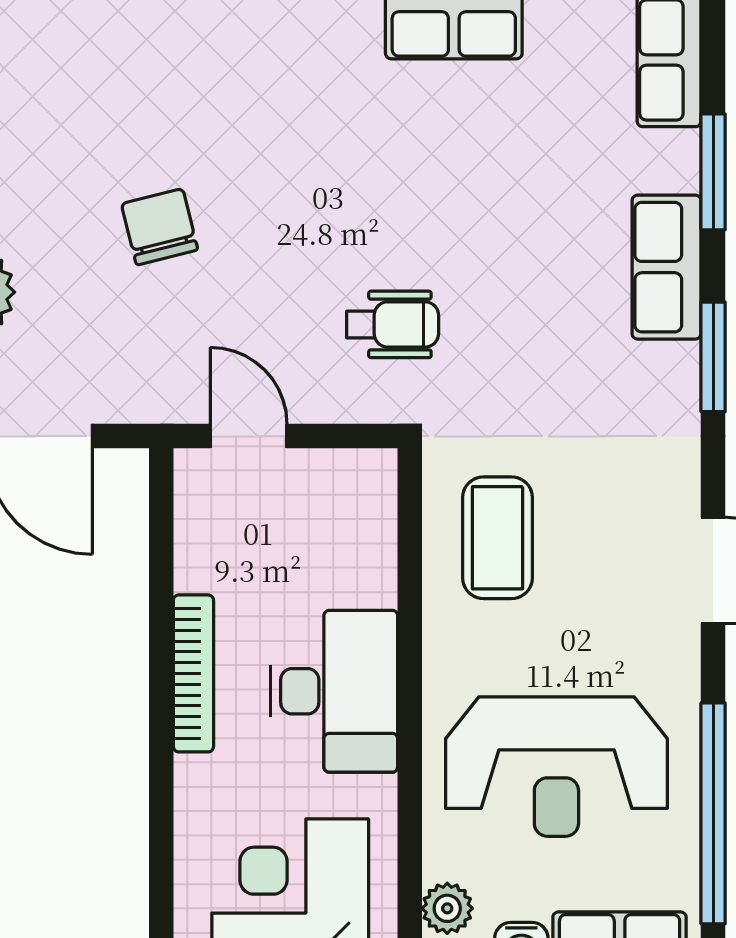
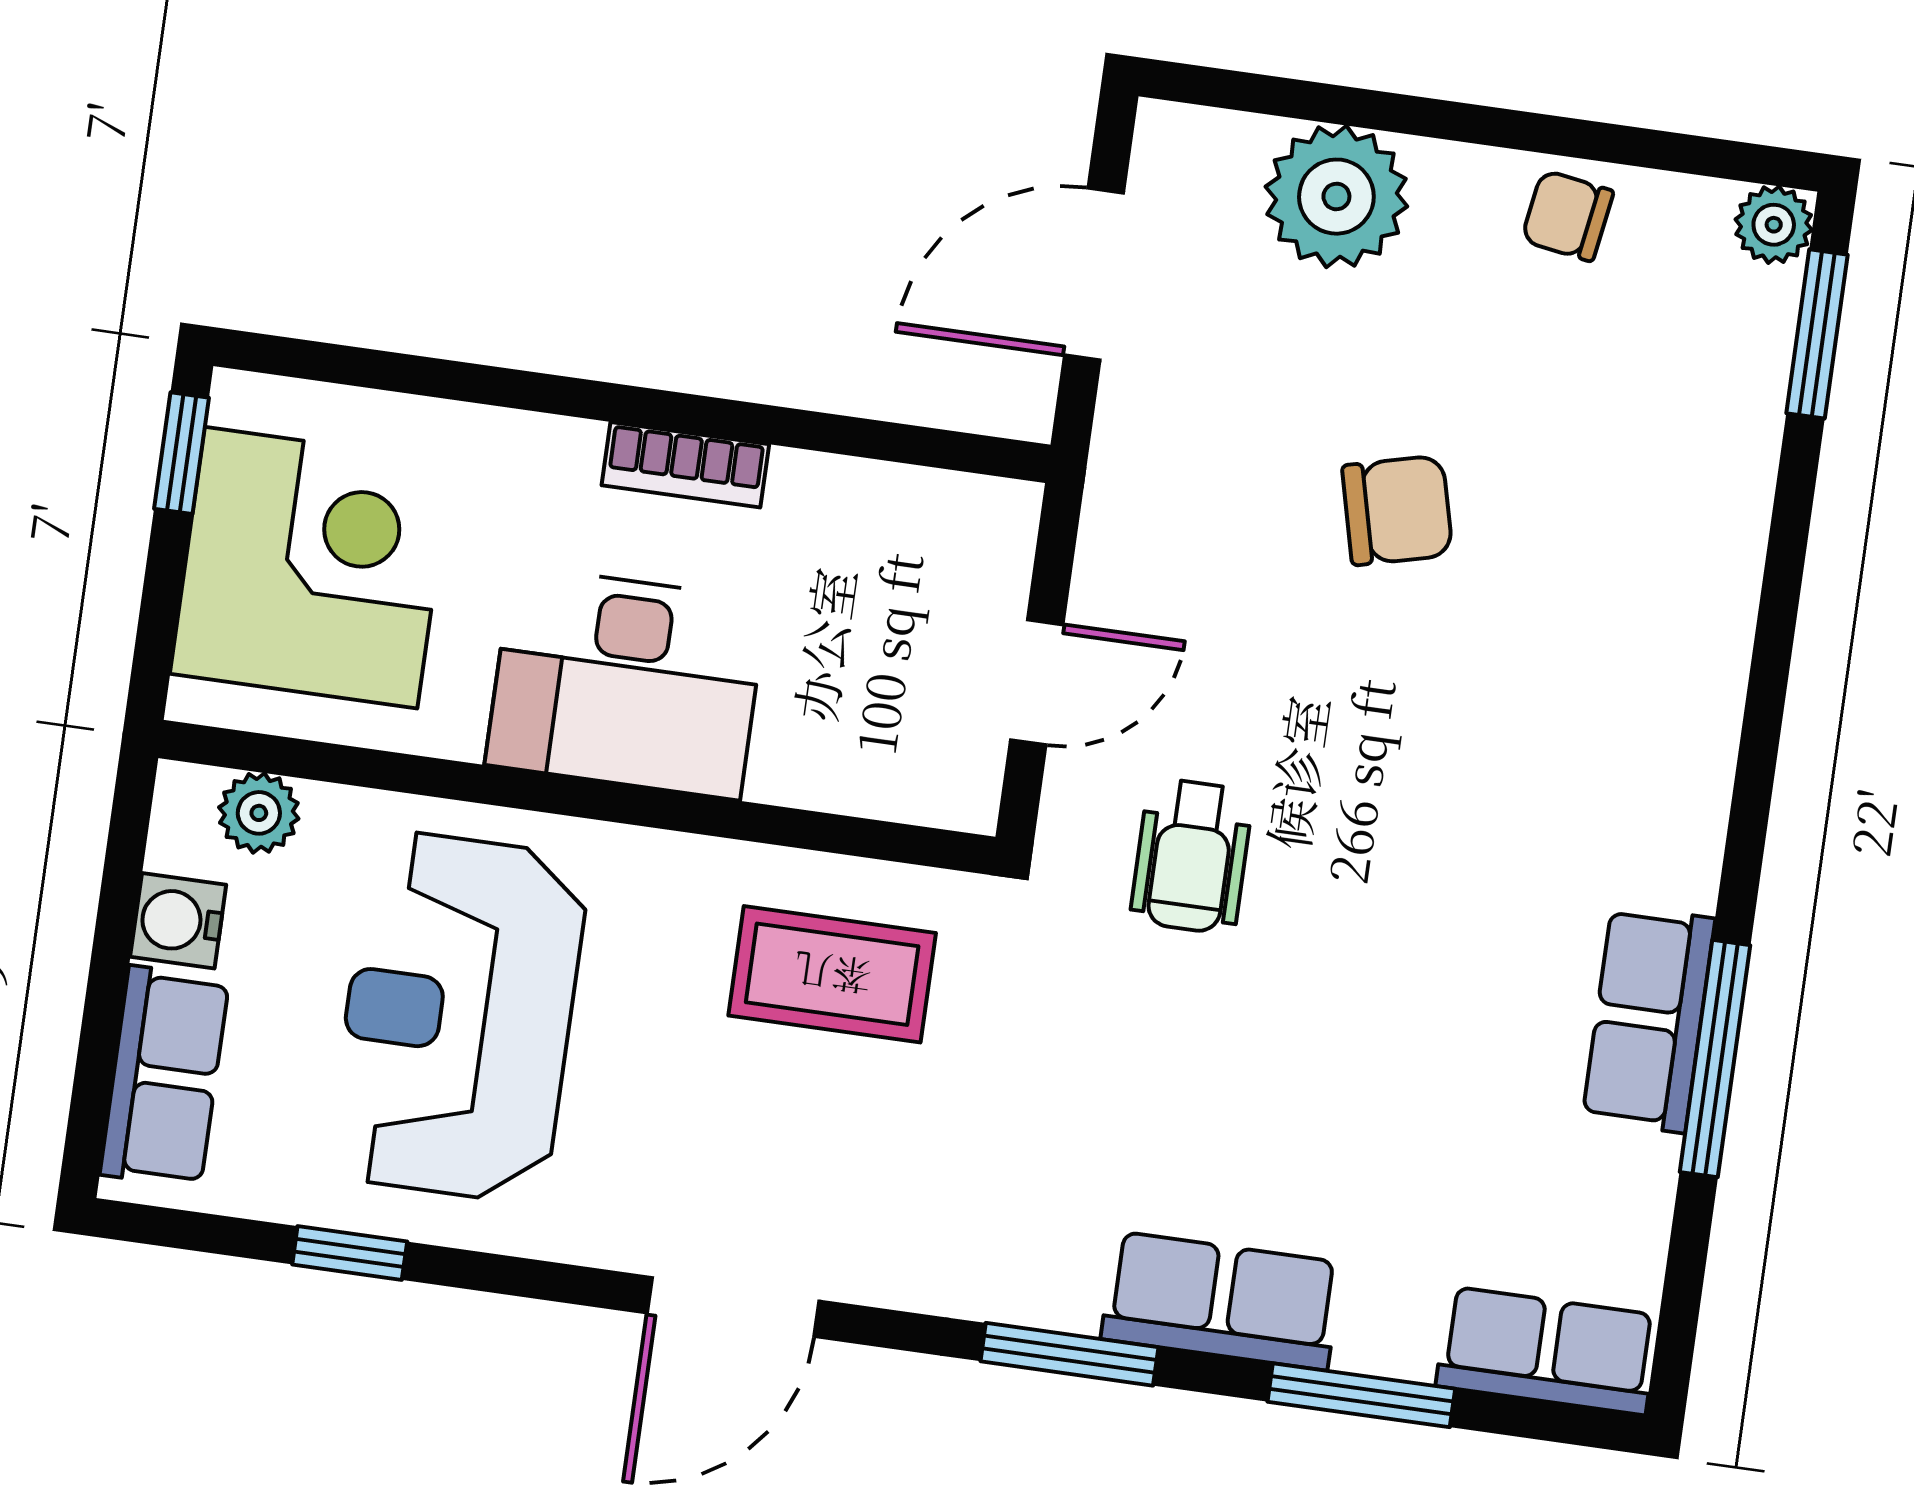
door: (249, 436) -> (1037, 682), moved
bookcase: (193, 673) -> (685, 465), width x0.64
window: (713, 813) -> (350, 1253), width x0.32

